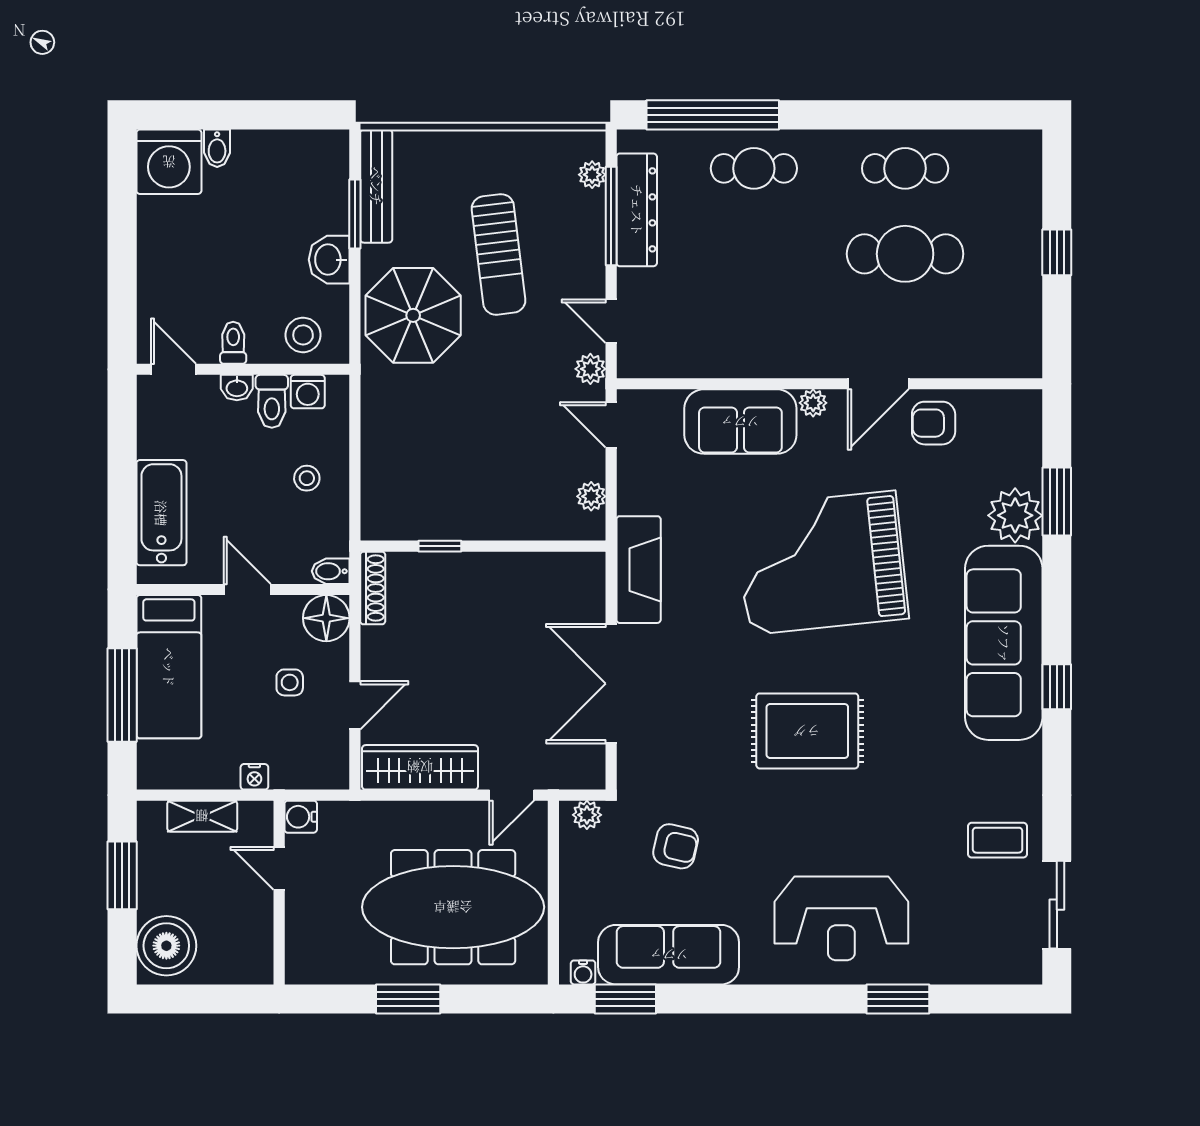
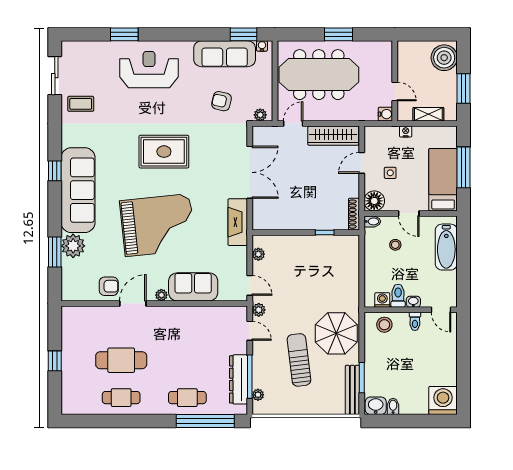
bidet: (217, 148) -> (393, 406), moved
washbasin: (329, 260) -> (376, 406), moved, turned -90
stool: (307, 478) -> (395, 245), moved

